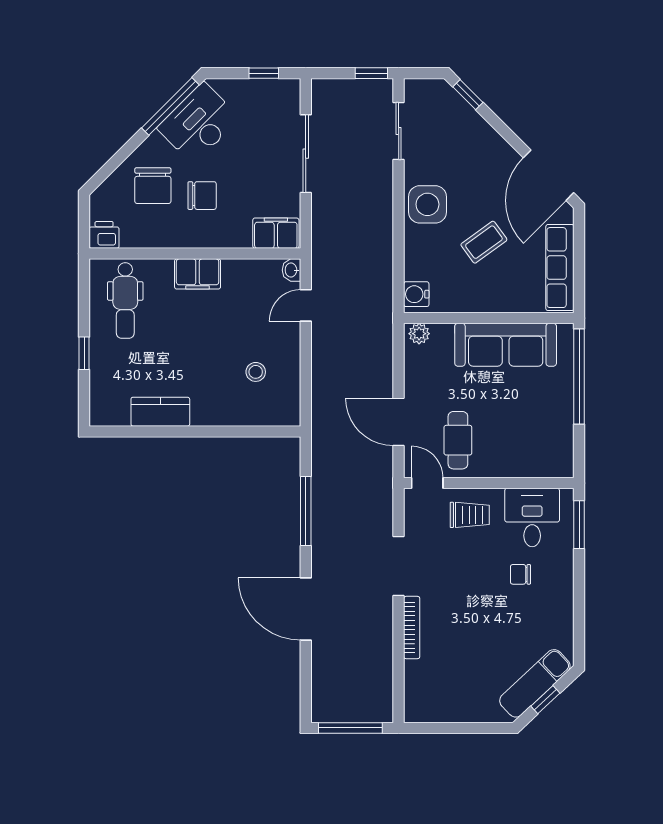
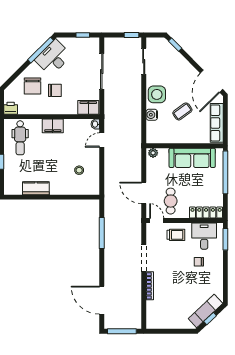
water cooler: (416, 294) -> (152, 115), moved
locker: (536, 465) -> (206, 212), added
door: (306, 609) -> (102, 300), moved

